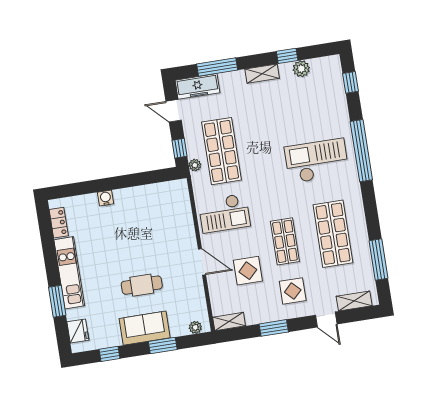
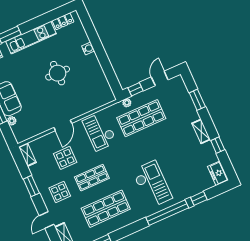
window: (217, 67) -> (197, 100), width x0.69
plant: (301, 69) -> (212, 157), removed
window: (350, 82) -> (199, 198), moved
freezer: (198, 86) -> (218, 173), moved, width x0.71
round table: (128, 249) -> (58, 73), added
cafe table: (142, 285) -> (36, 89), removed
plant: (195, 327) -> (12, 121), moved

